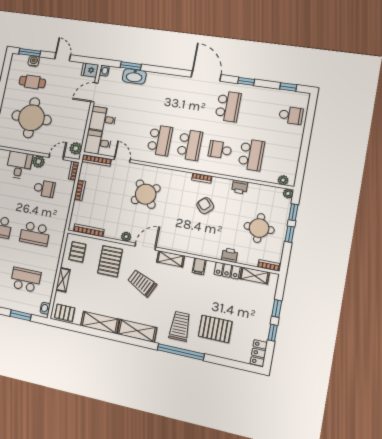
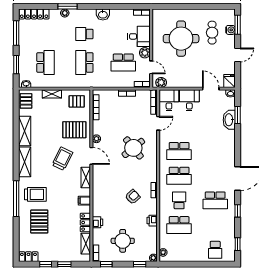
school desk: (44, 188) -> (123, 62), width x1.85
window: (290, 234) -> (106, 264), moved

